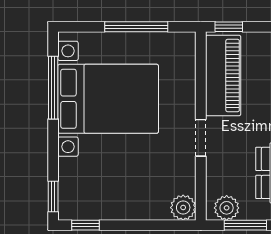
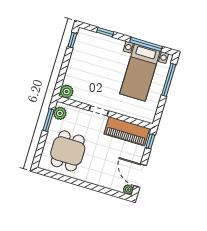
window: (136, 27) -> (169, 80), moved
bed with nightstands: (108, 99) -> (140, 72), width x0.73
window: (53, 196) -> (105, 32), moved

